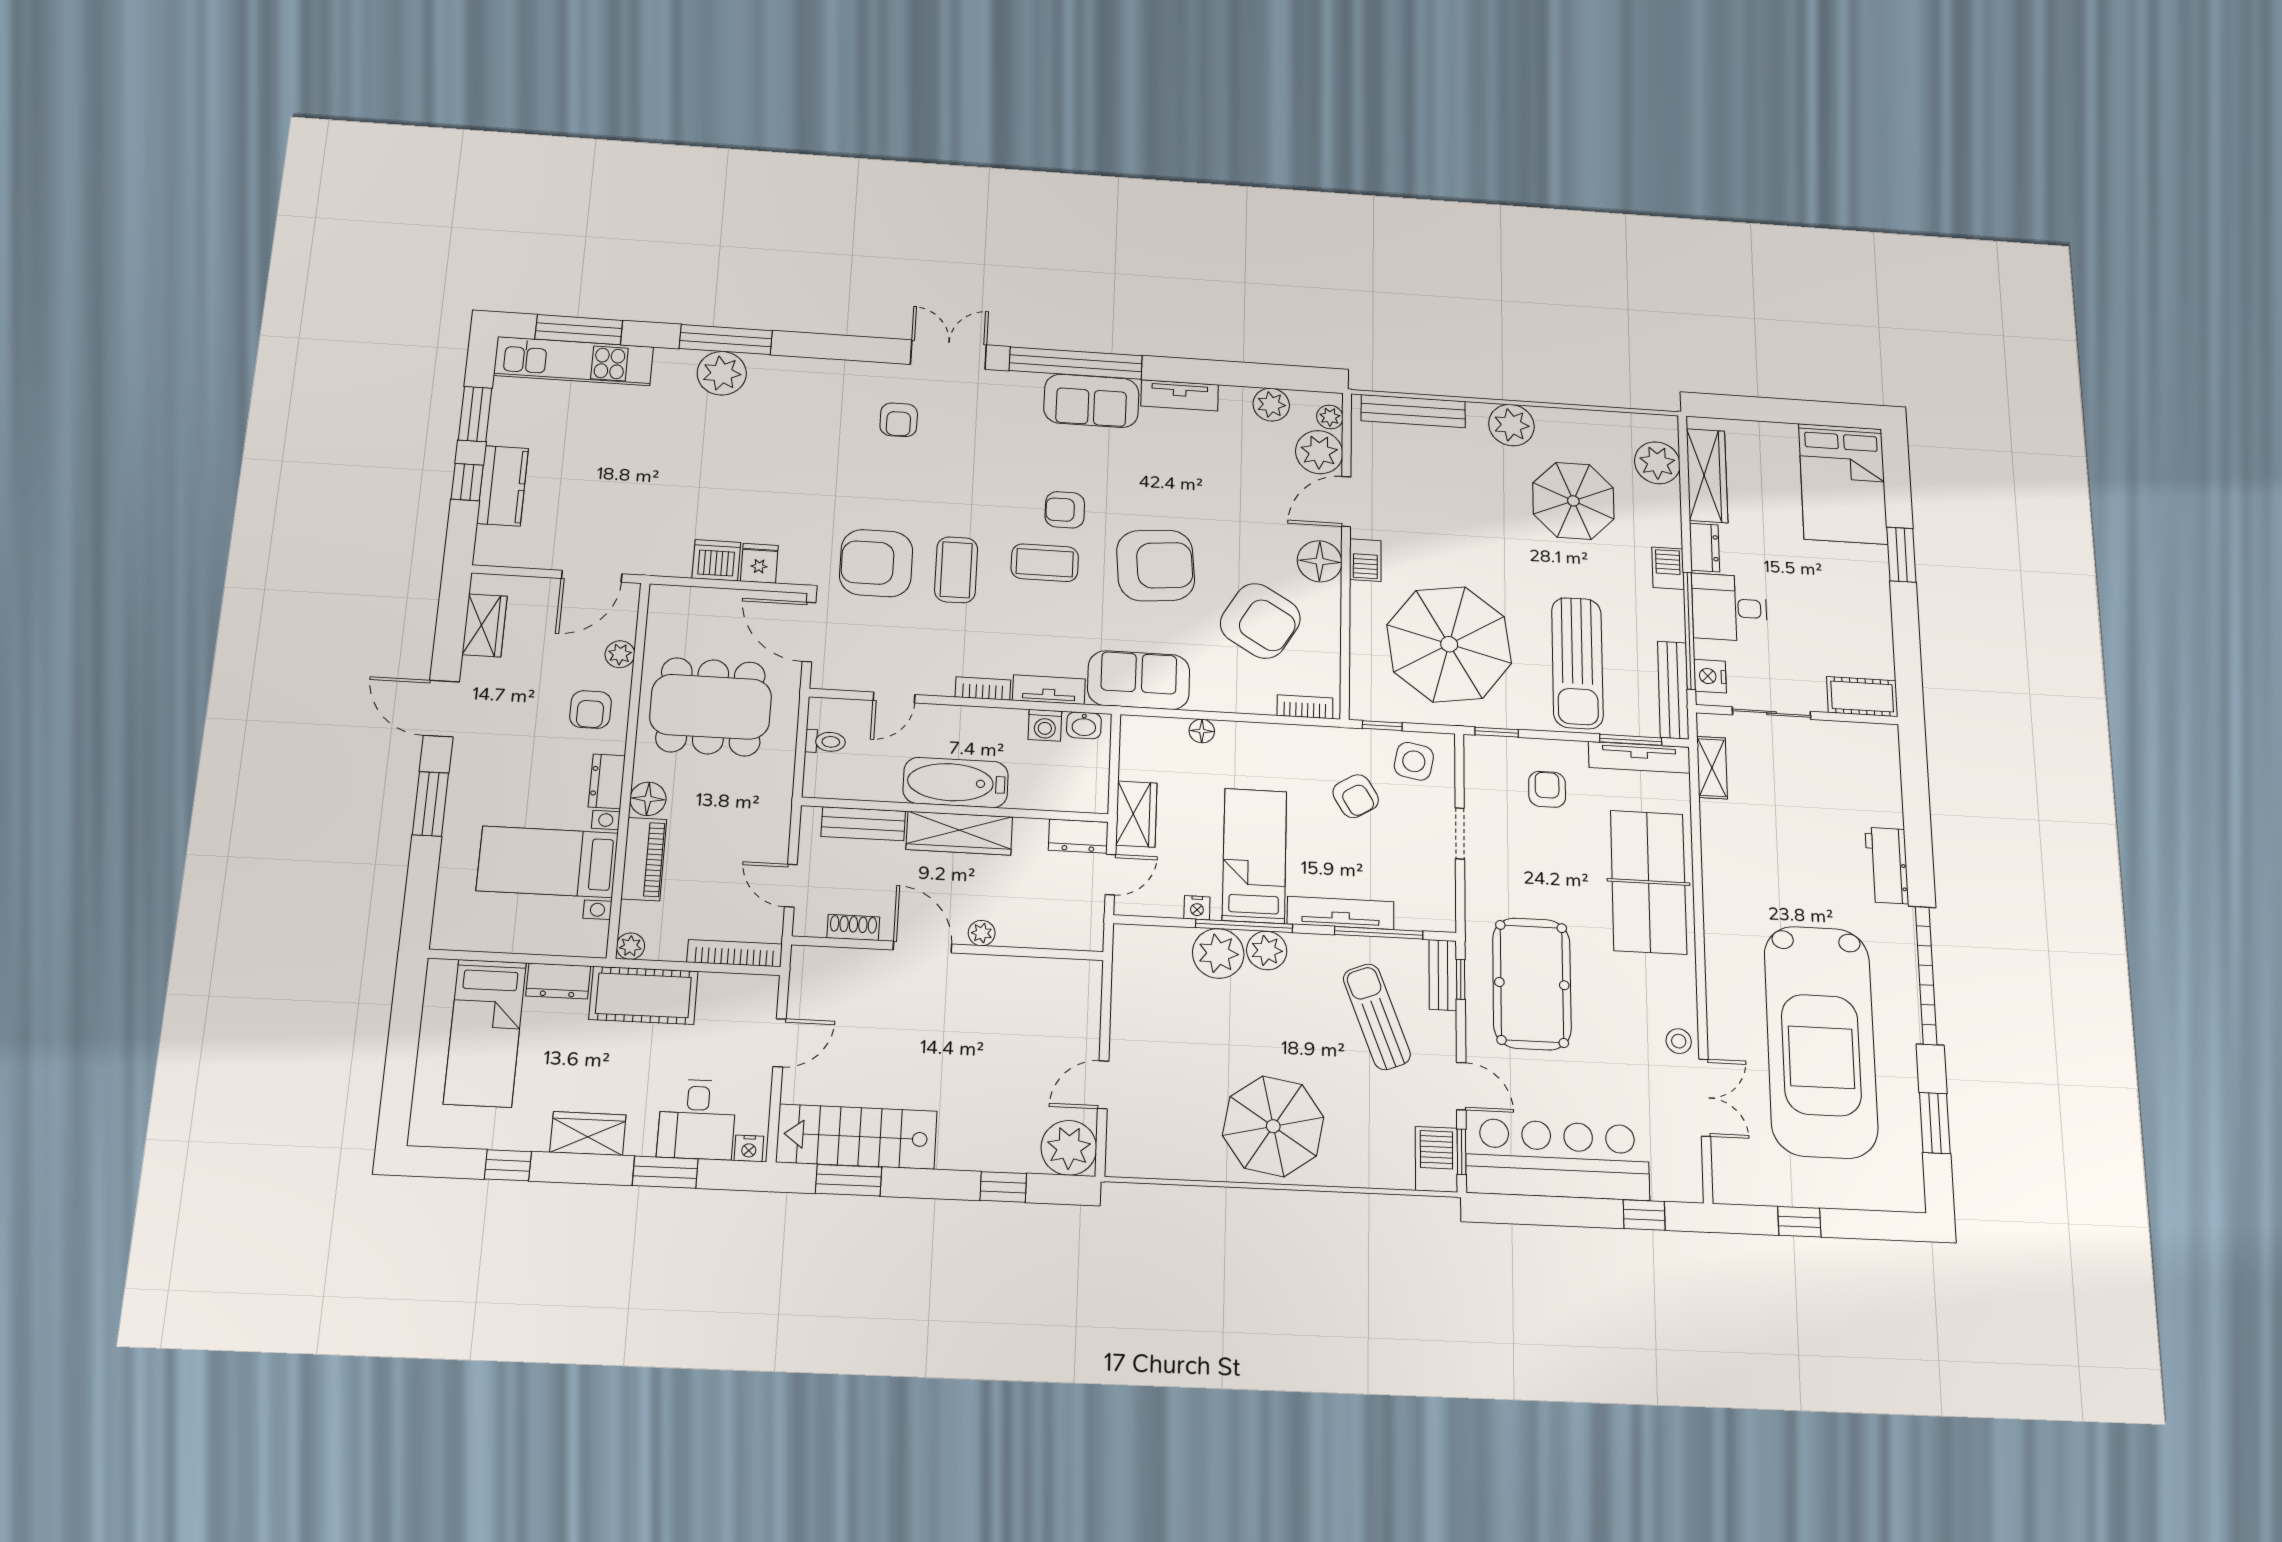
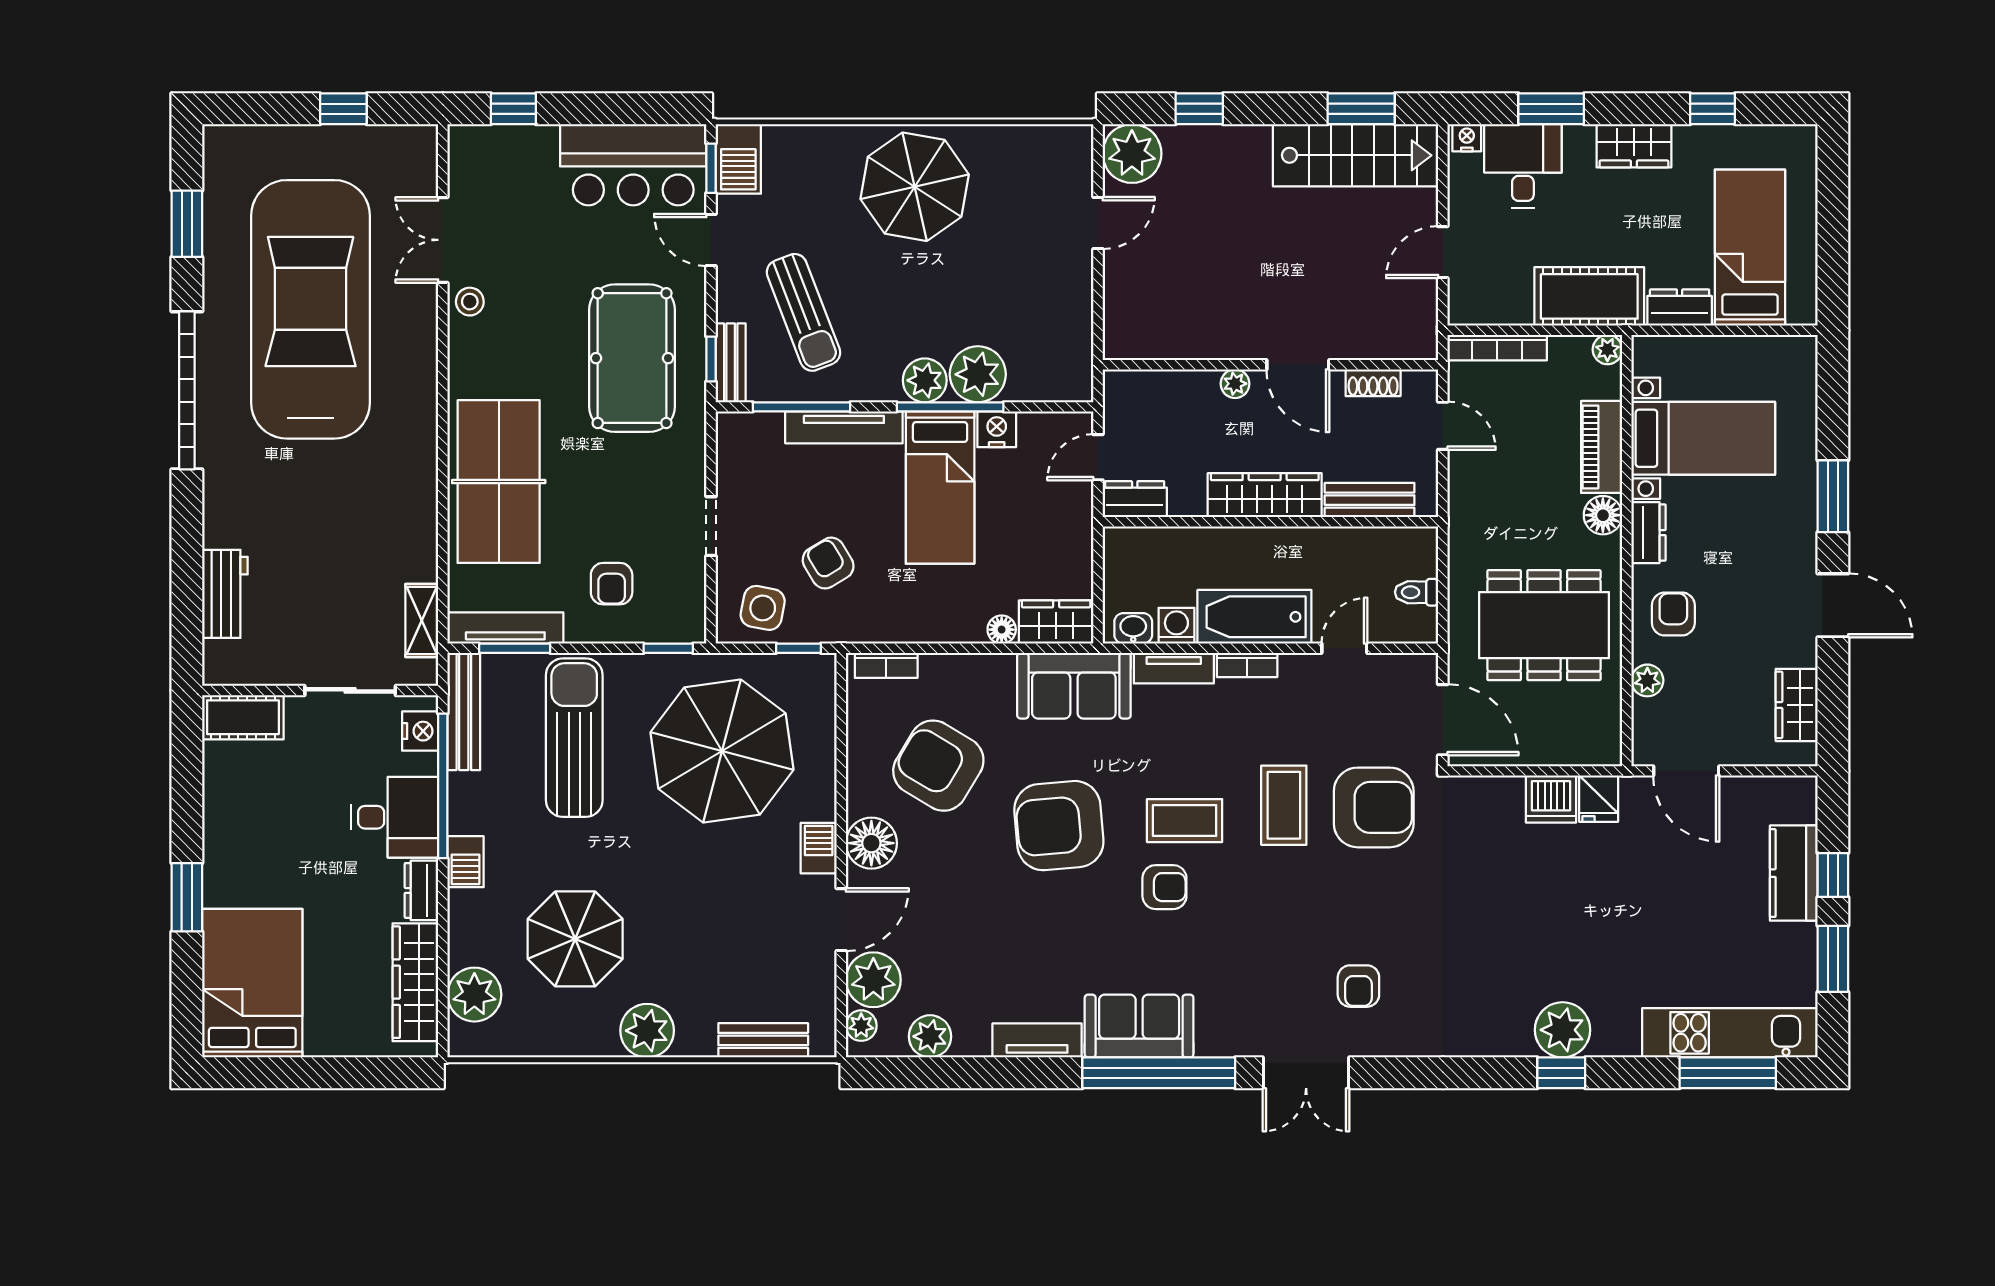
window: (726, 340) -> (1561, 1073), width x0.46
bench: (1413, 411) -> (763, 1040), width x0.73
armchair: (899, 420) -> (1358, 986), turned 180
fridge: (759, 563) -> (1599, 799), moved
door: (592, 576) -> (1686, 771), swing flipped
bathtub: (956, 782) -> (1254, 617), moved, turned 180
wardrobe: (1136, 814) -> (1056, 622), moved, turned 90
workbench: (1887, 866) -> (225, 594), moved
nightstand: (1197, 908) -> (997, 429), width x1.39, depth x1.35
bar counter: (1558, 1159) -> (633, 165), width x0.73

